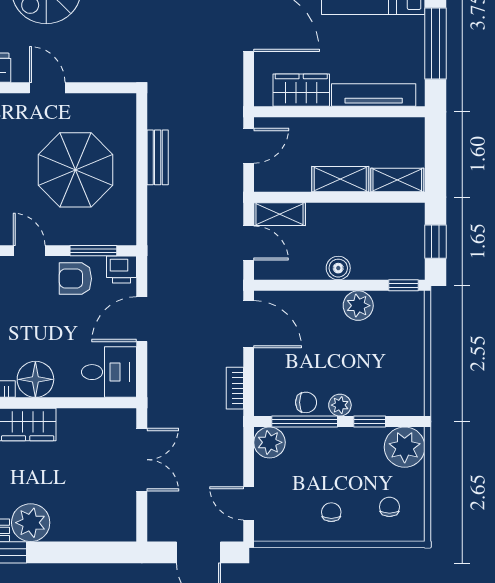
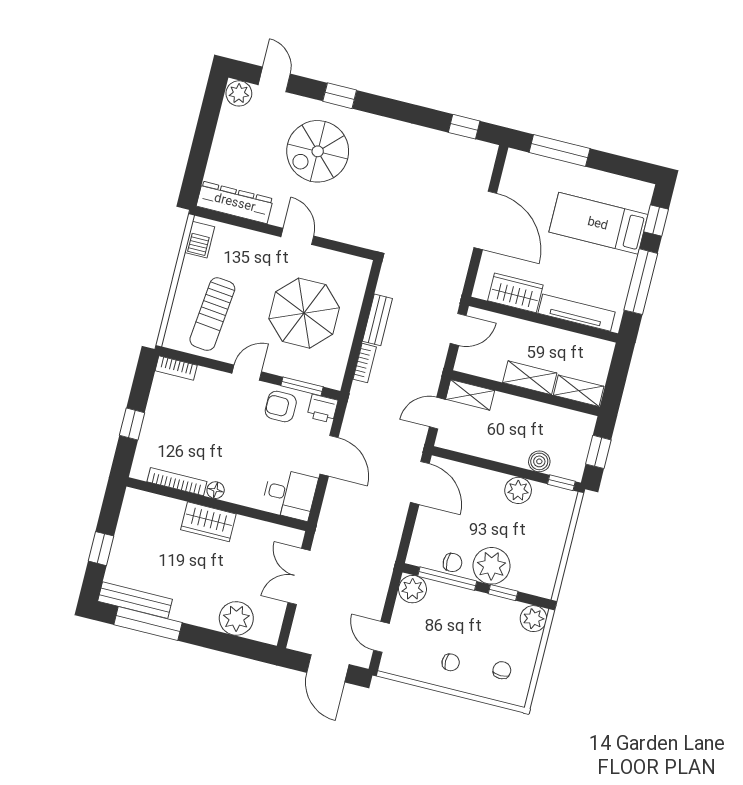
door: (249, 243) -> (437, 413), swing flipped
door: (29, 251) -> (247, 373), hinge flipped
boiler: (338, 268) -> (539, 461), moved
door: (142, 319) -> (329, 456), swing flipped
floor lamp: (35, 379) -> (216, 490), width x0.53, depth x0.53
bookcase: (235, 388) -> (365, 363), moved, turned 180
plant: (340, 405) -> (491, 566), width x1.87, depth x1.87
plant: (405, 447) -> (533, 619), width x0.73, depth x0.73
double door: (142, 460) -> (299, 577), swing flipped
chair: (331, 512) -> (451, 662), turned 90
plant: (31, 523) -> (236, 618), moved

